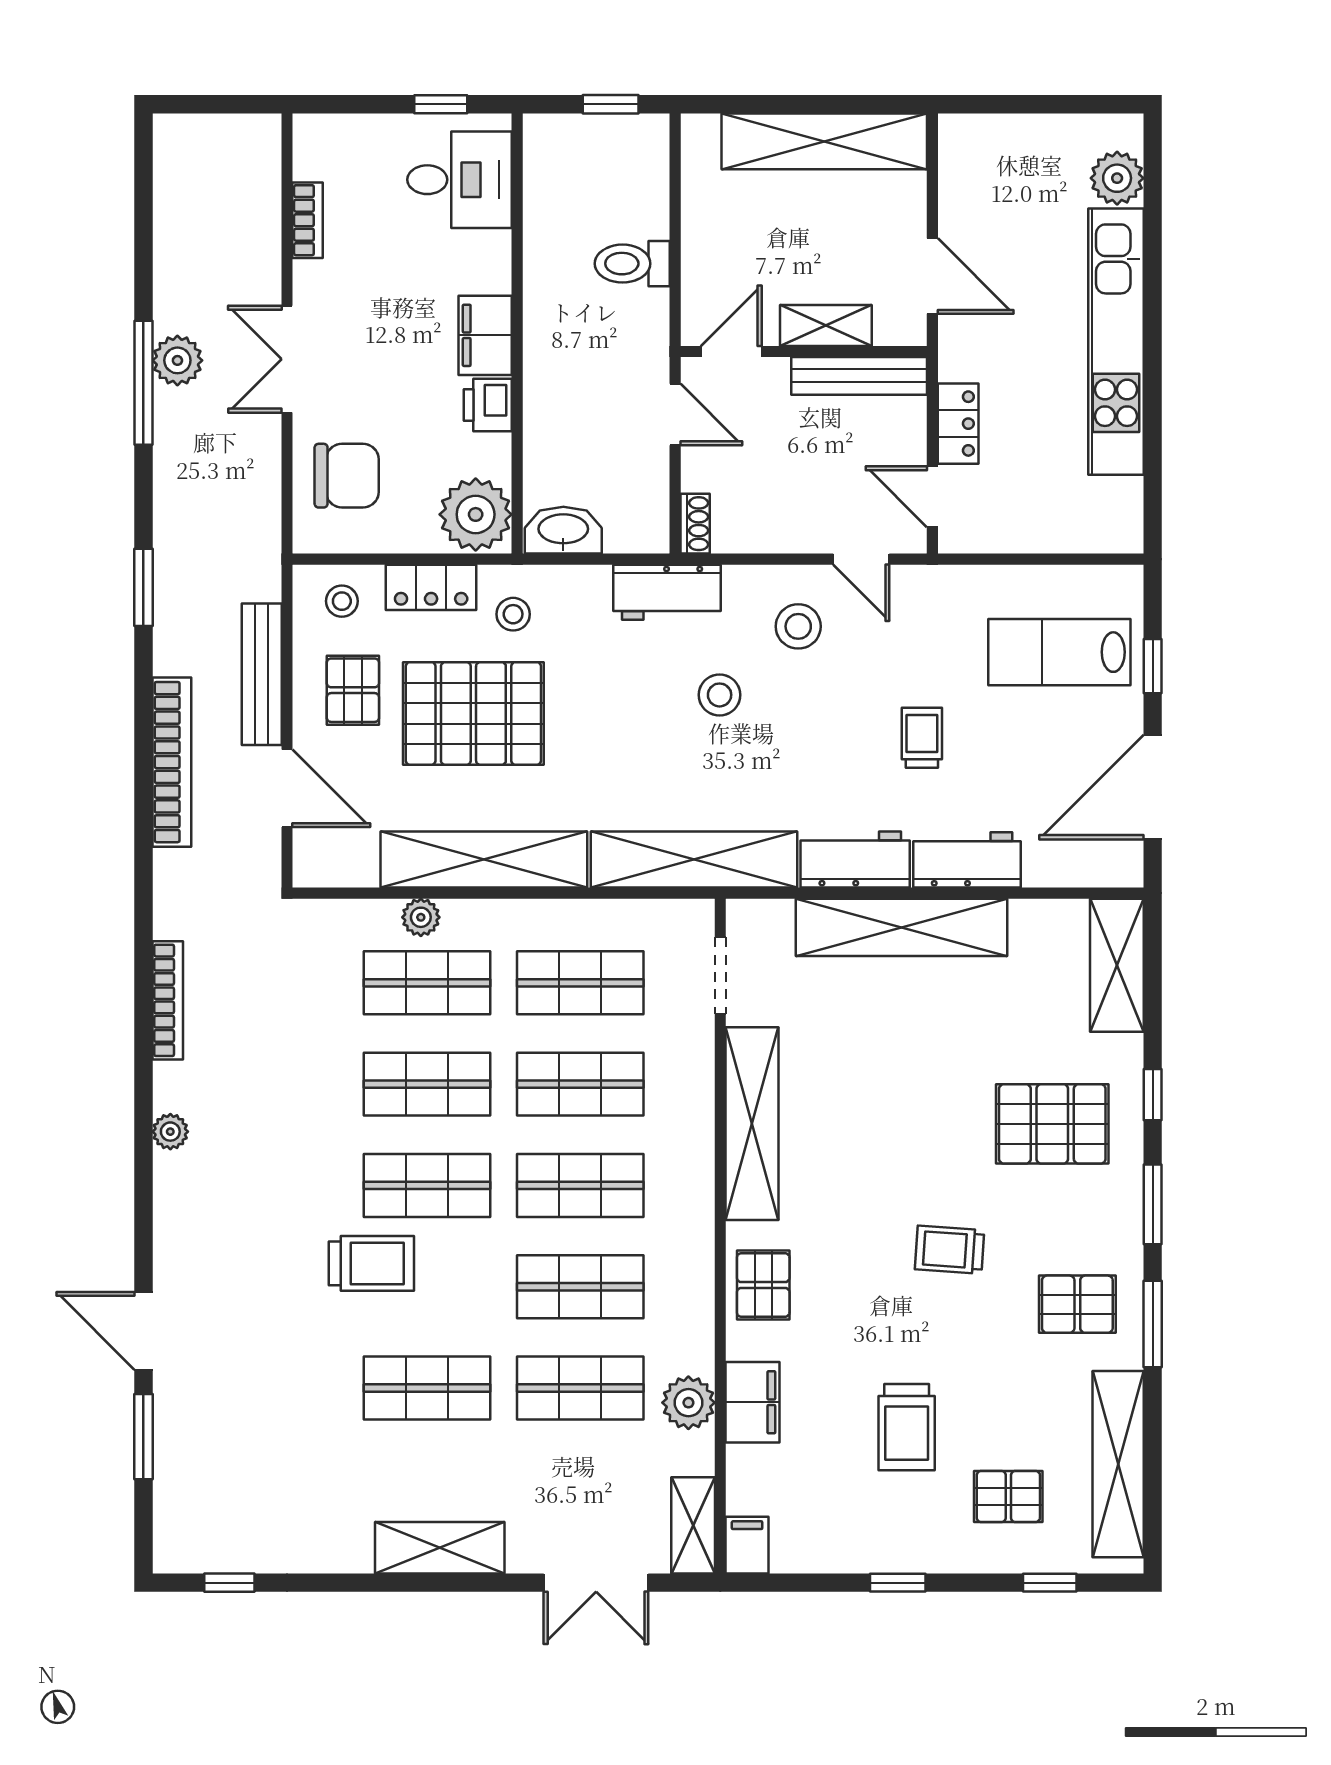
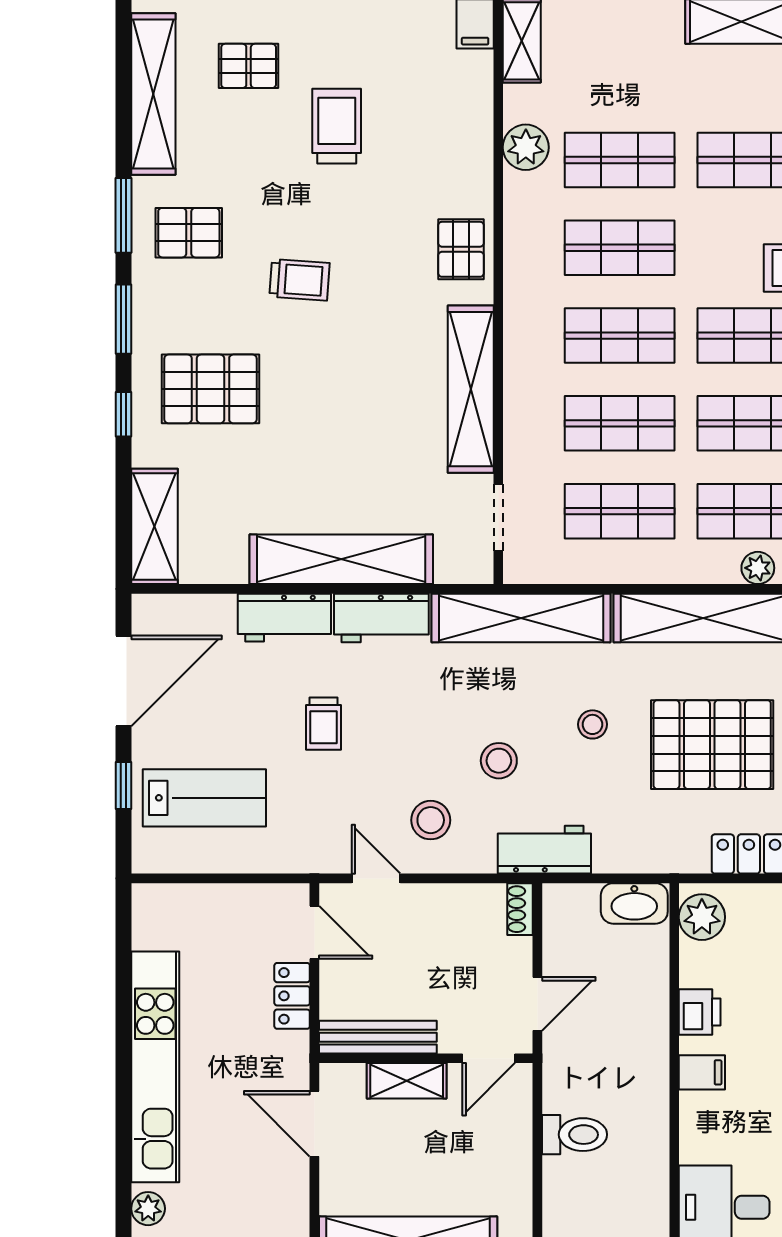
plant: (1117, 178) -> (148, 1209), width x0.73, depth x0.73
filing cabinet: (485, 335) -> (702, 1072), width x0.50
door: (675, 414) -> (537, 1004), swing flipped
plant: (476, 514) -> (702, 917), width x0.73, depth x0.73
stool: (513, 614) -> (592, 724), moved
filing cabinet: (753, 1402) -> (470, 148), removed

